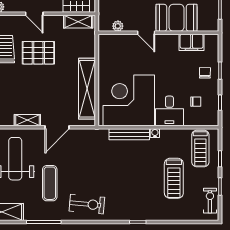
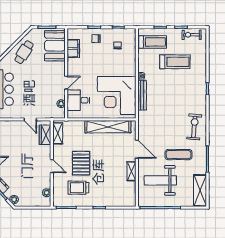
door: (34, 14) -> (52, 166), hinge flipped
booth: (176, 18) -> (55, 46), moved
desk: (169, 111) -> (78, 100), moved, turned 180

